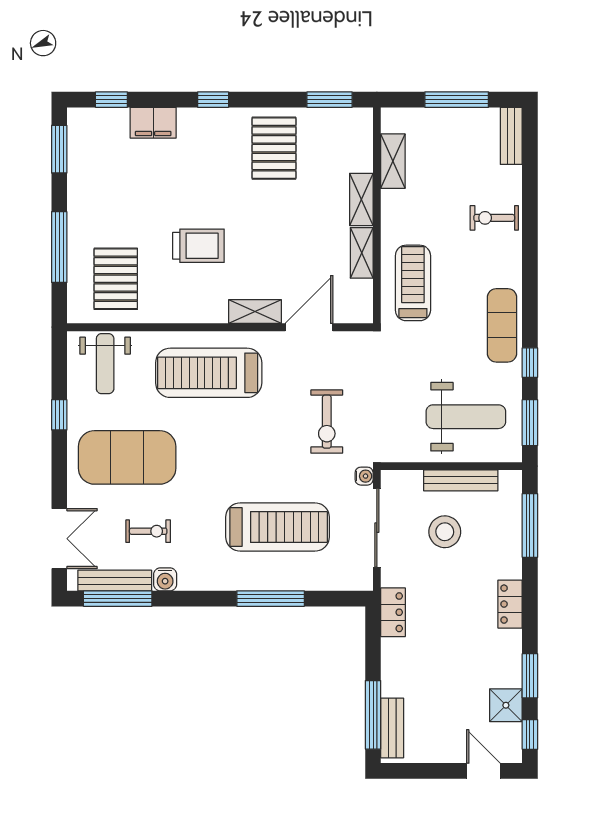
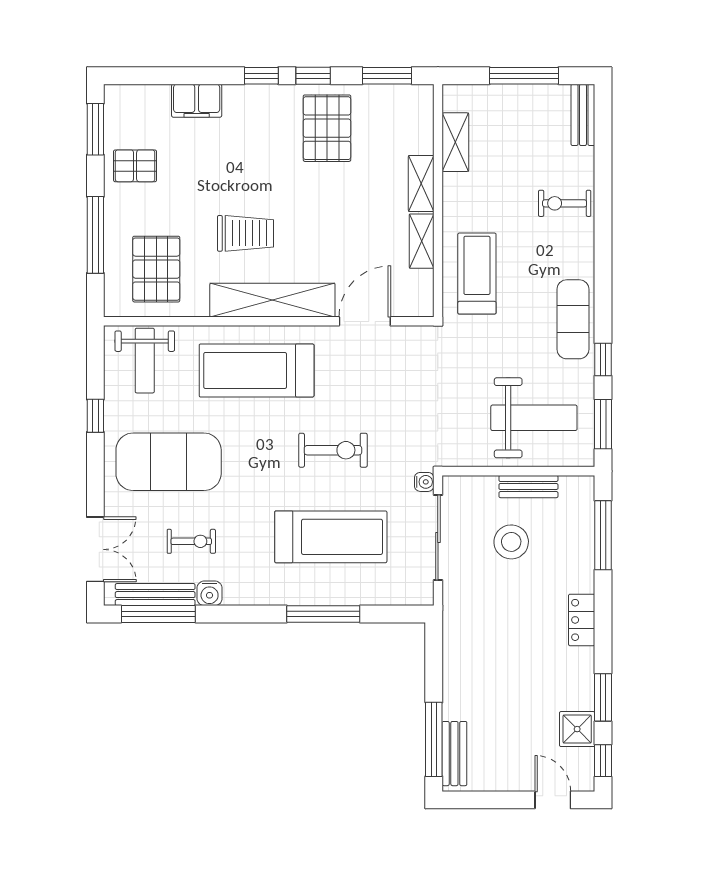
window: (111, 100) -> (313, 76), moved
pallet: (96, 183) -> (135, 166), added
shelving: (255, 312) -> (272, 300), width x2.20, depth x1.33
exercise bike: (327, 422) -> (333, 450), moved, turned -90
bench: (461, 480) -> (528, 487), width x0.73
locker: (393, 612) -> (455, 629), removed

